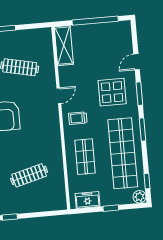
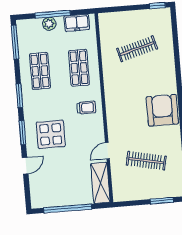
door: (59, 96) -> (107, 151), moved
shop shelf: (123, 153) -> (40, 71), width x0.50, depth x0.74
window: (147, 181) -> (15, 42), width x2.17
plant: (140, 197) -> (49, 24), moved
window: (111, 208) -> (53, 14), width x2.17

